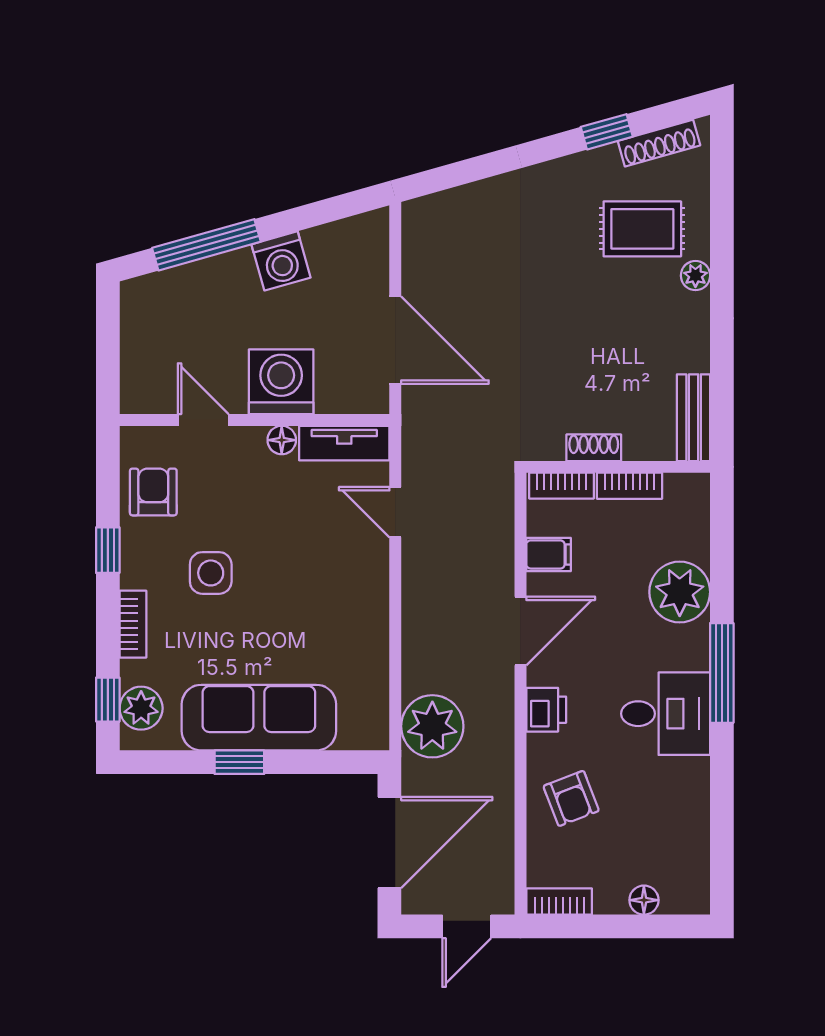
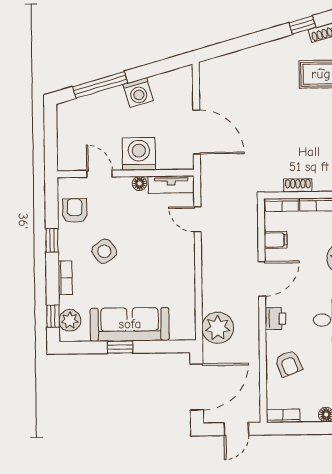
side table: (211, 573) -> (104, 251), turned -36

